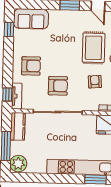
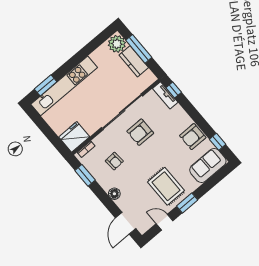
rug: (94, 48) -> (166, 186), moved
armchair: (31, 66) -> (193, 137), moved
kitchen counter: (18, 126) -> (134, 61), moved

